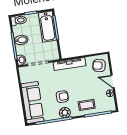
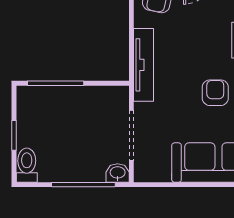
bathtub: (48, 26) -> (51, 102), removed
bidet: (21, 40) -> (72, 167), removed

